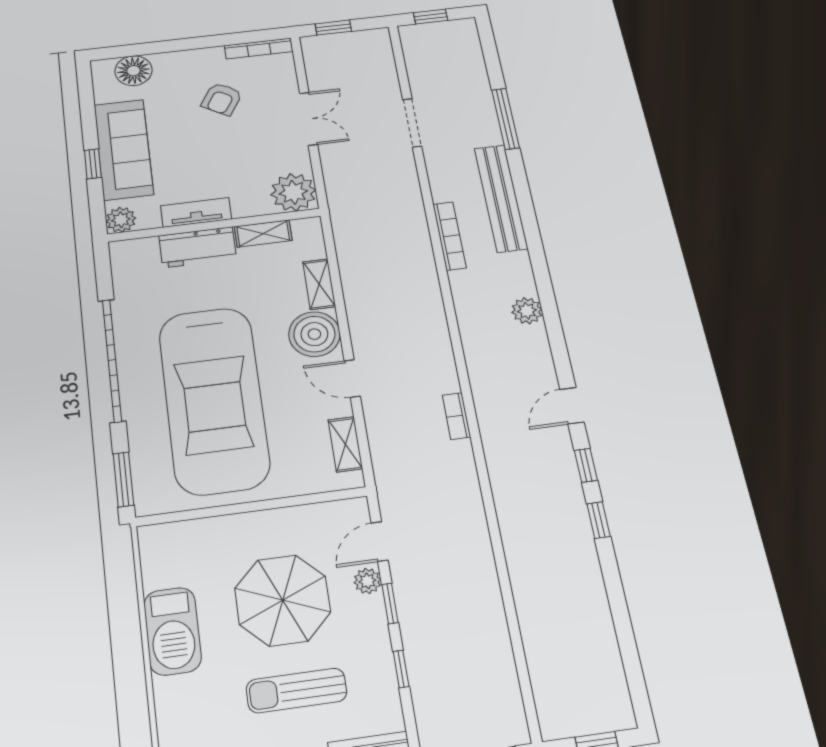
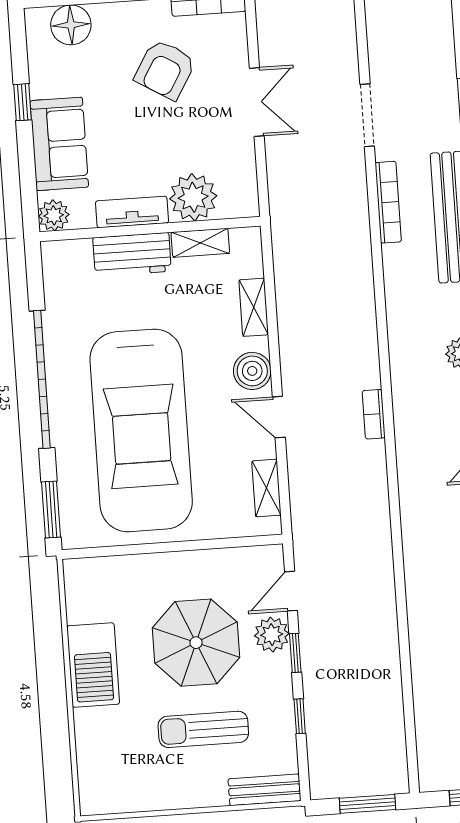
armchair: (222, 99) -> (165, 69), width x1.38, depth x1.38
sofa: (124, 149) -> (59, 144), width x0.73
window: (93, 164) -> (23, 102), moved
plant: (293, 192) -> (193, 197), moved
bookcase: (449, 236) -> (388, 202), moved
boiler: (314, 334) -> (252, 371), width x0.73, depth x0.73
bookcase: (456, 416) -> (374, 414), moved
plant: (367, 581) -> (272, 635), width x1.38, depth x1.38

